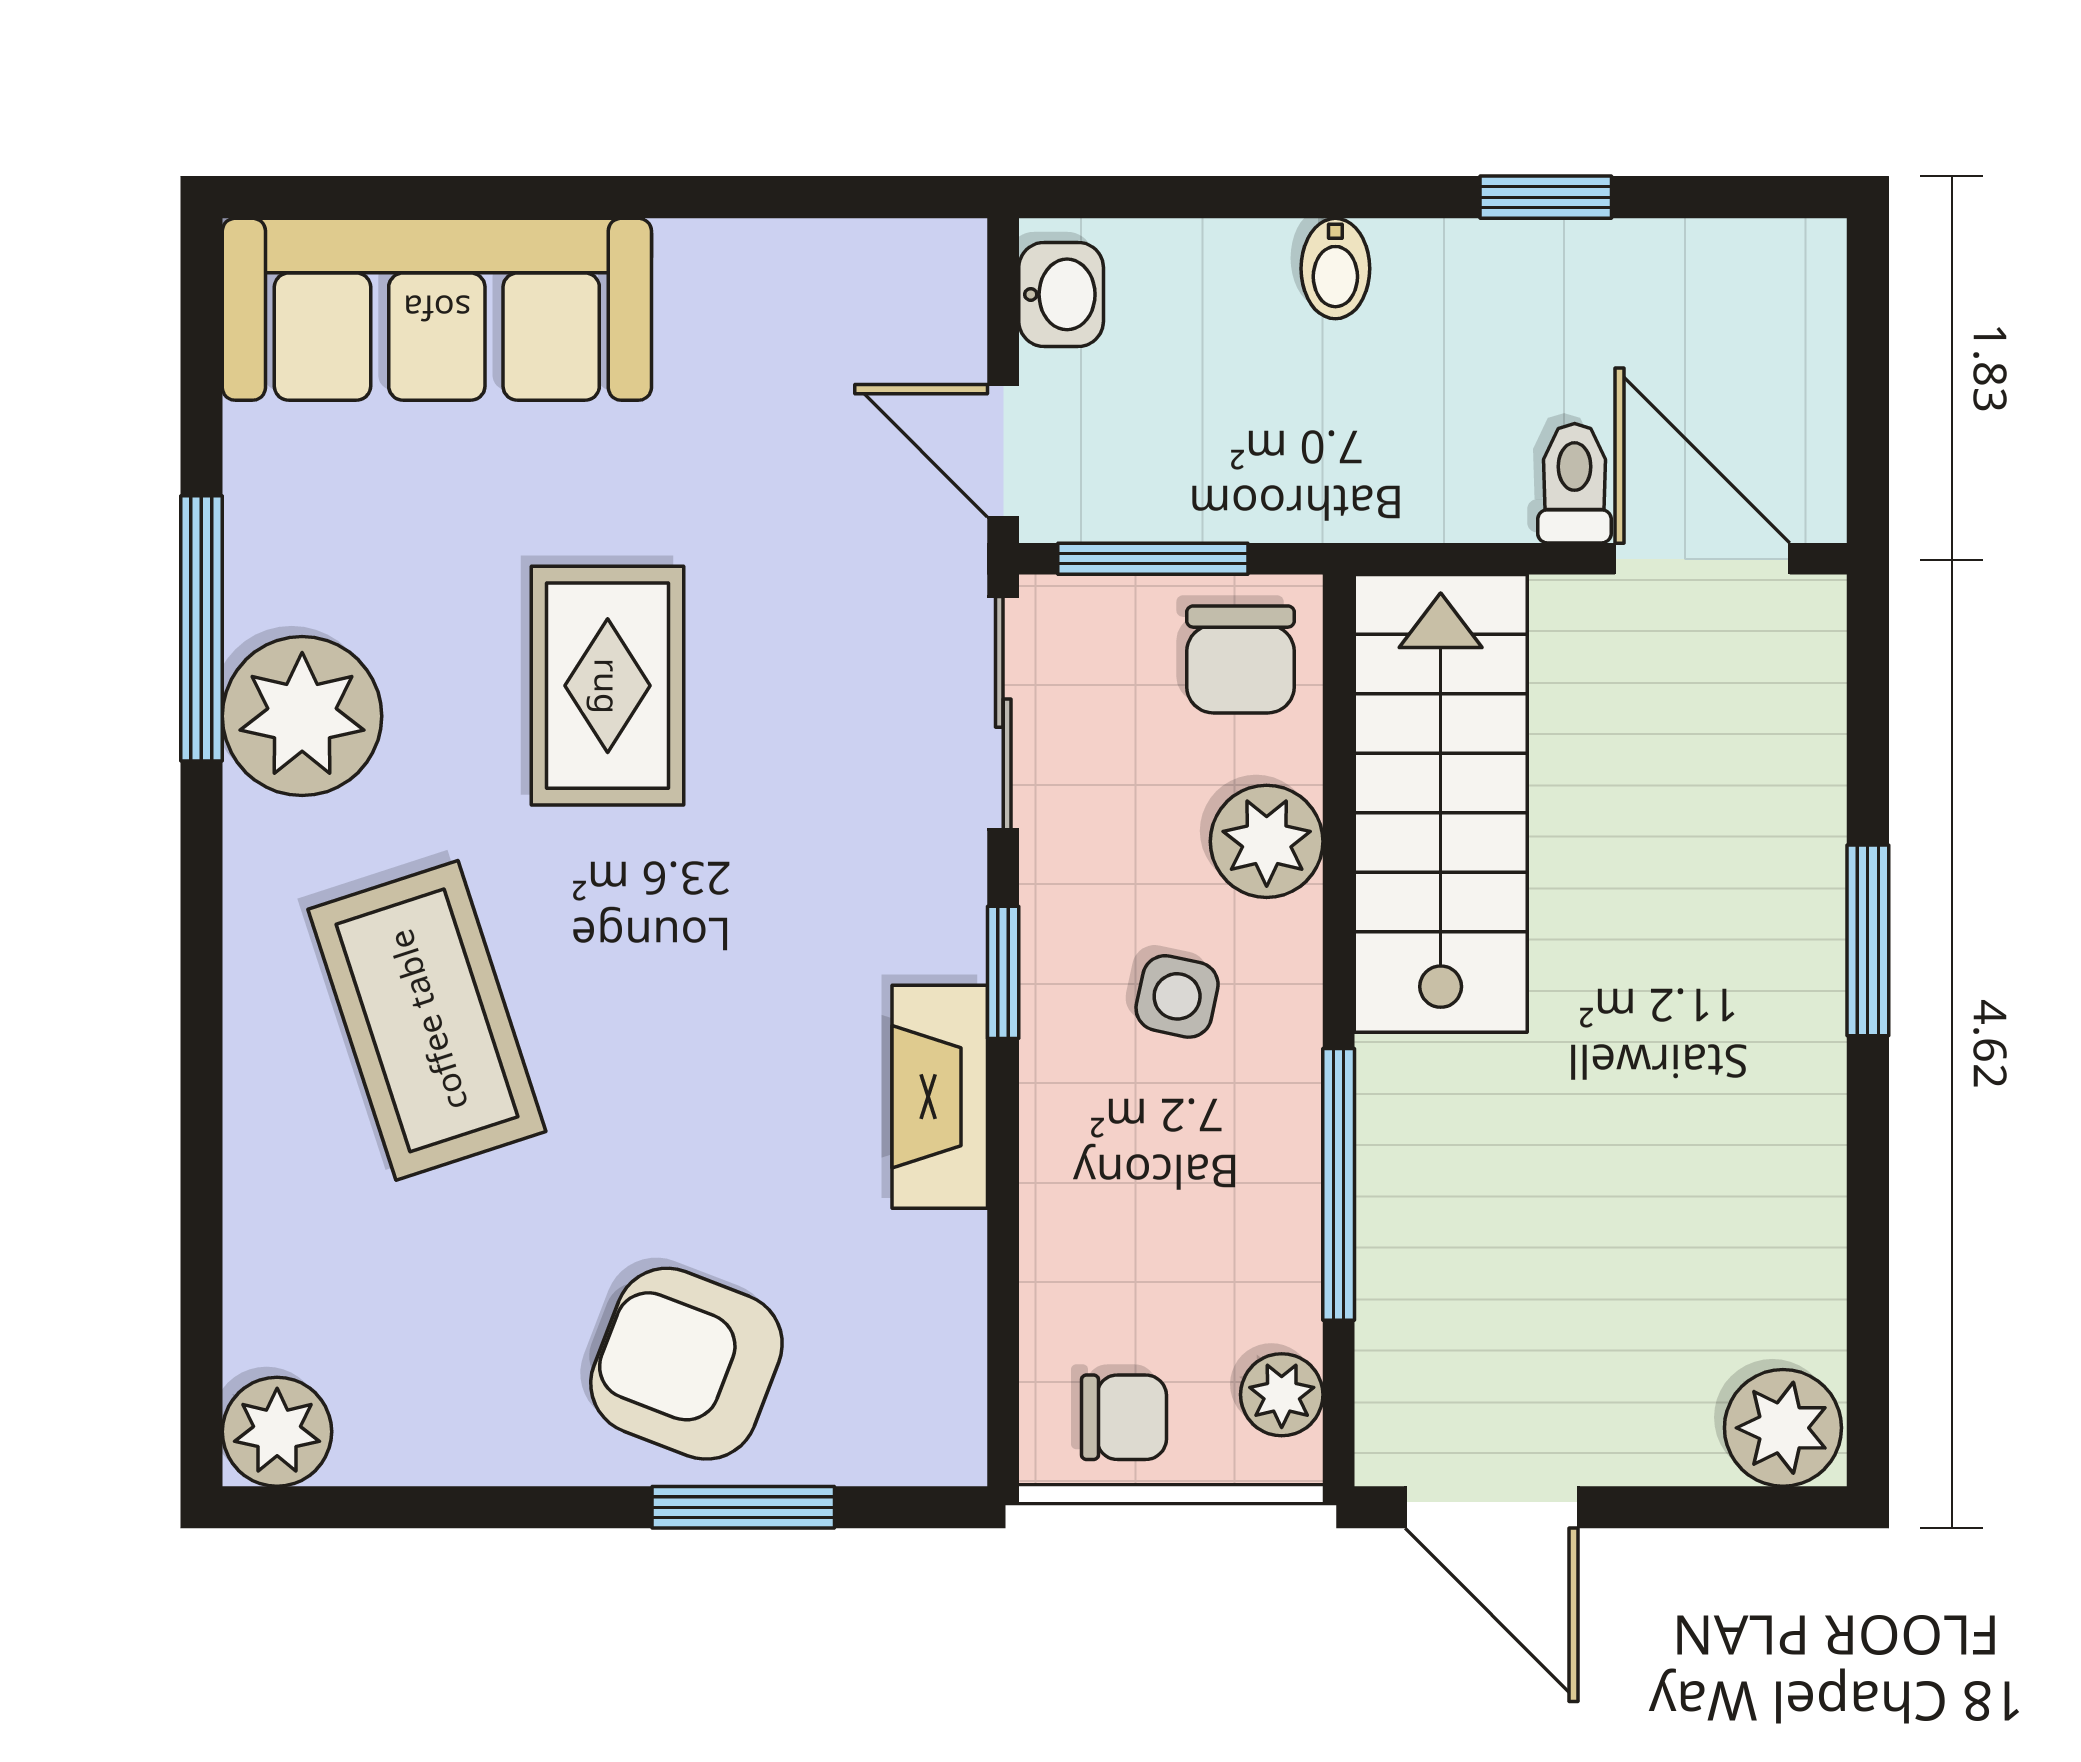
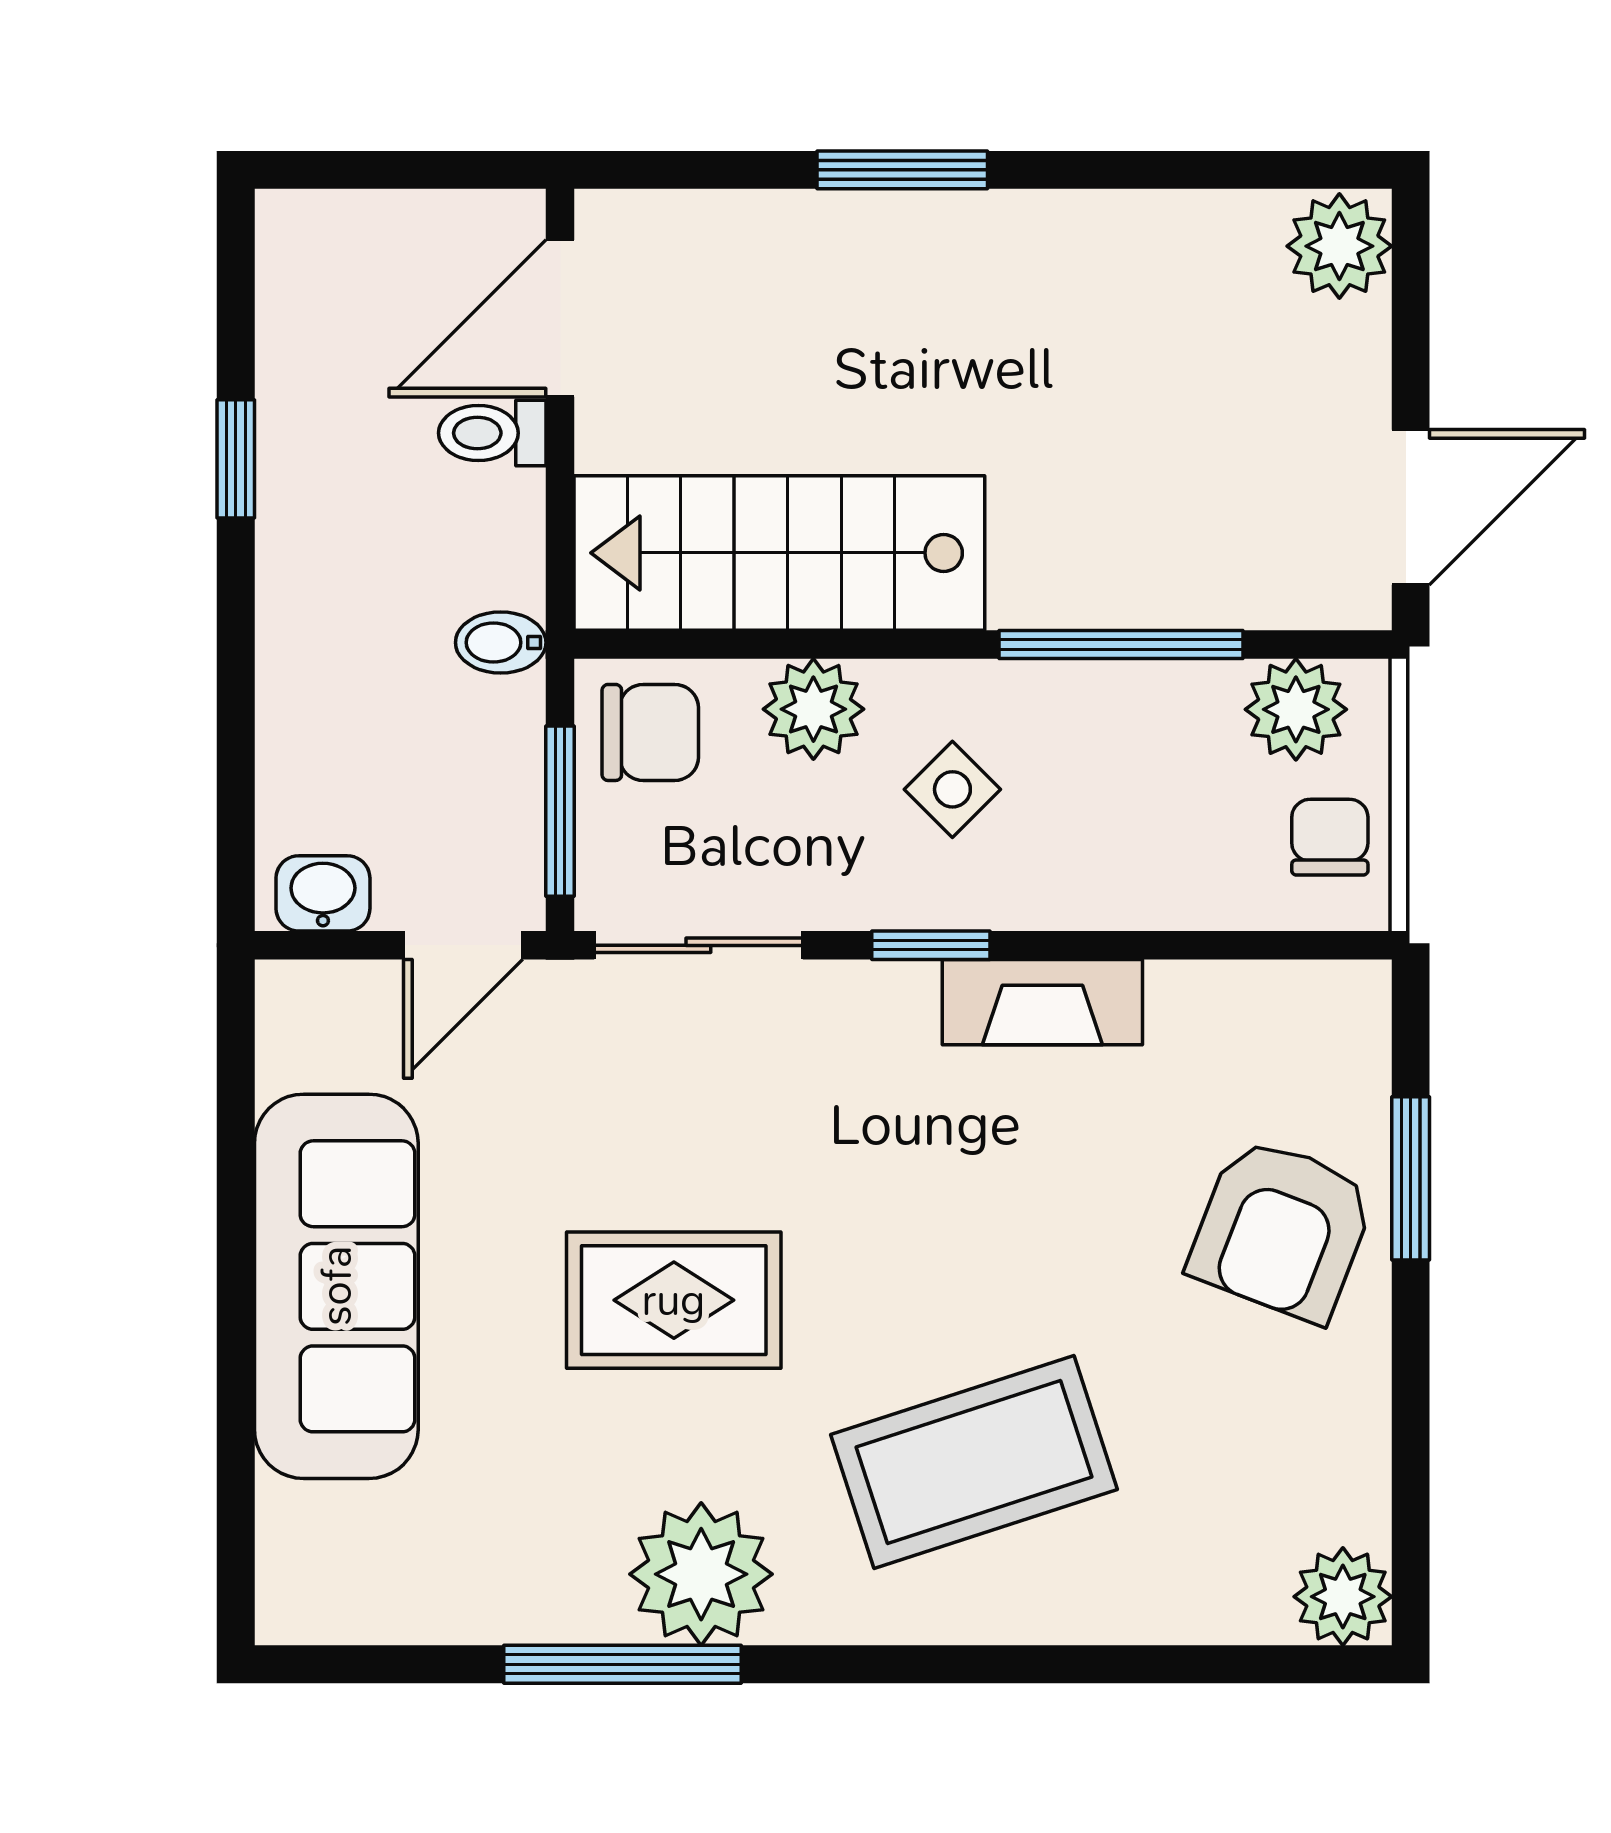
bidet: (1335, 269) -> (501, 643), moved, turned 180
sofa: (437, 309) -> (336, 1286), moved
side table: (1177, 996) -> (952, 789), turned 33
plant: (1282, 1395) -> (1296, 709), width x1.38, depth x1.38

